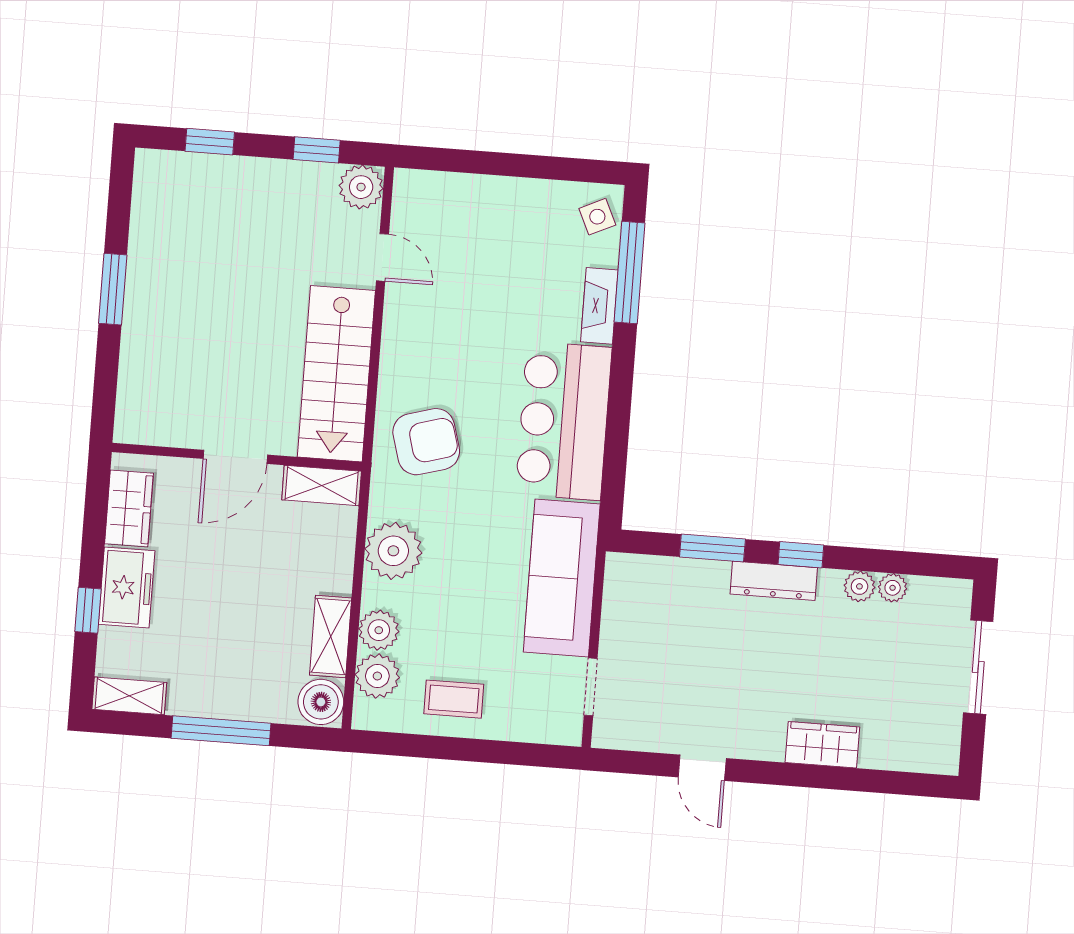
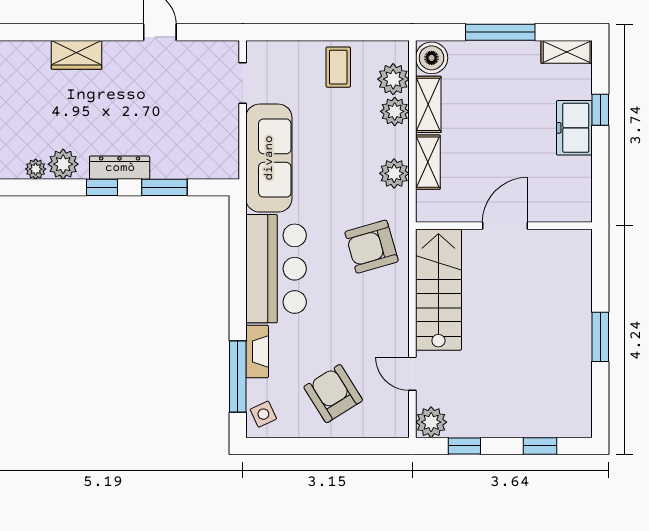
armchair: (496, 238) -> (333, 394), added
shelving: (322, 486) -> (428, 162), moved, turned 90
wardrobe: (129, 508) -> (577, 184), removed
plant: (393, 551) -> (394, 173), width x0.73, depth x0.73
plant: (859, 586) -> (63, 164), width x1.38, depth x1.38
coffee table: (454, 699) -> (338, 67), turned 90

